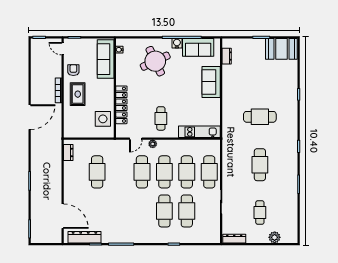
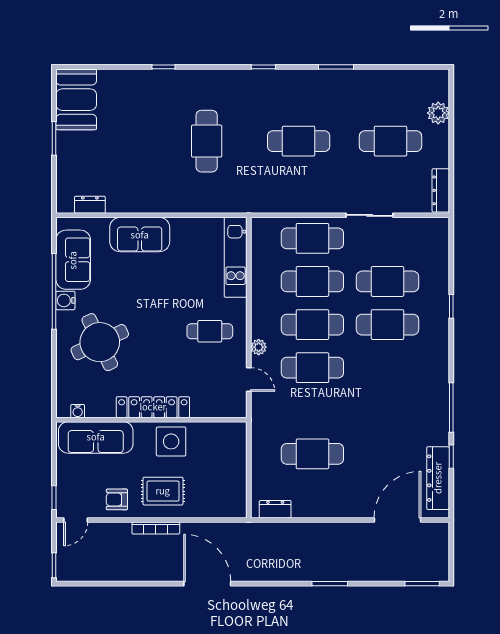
locker: (121, 105) -> (153, 407), moved
side table: (103, 119) -> (171, 441), moved
cafe table: (260, 213) -> (391, 141), width x1.37, depth x1.35

